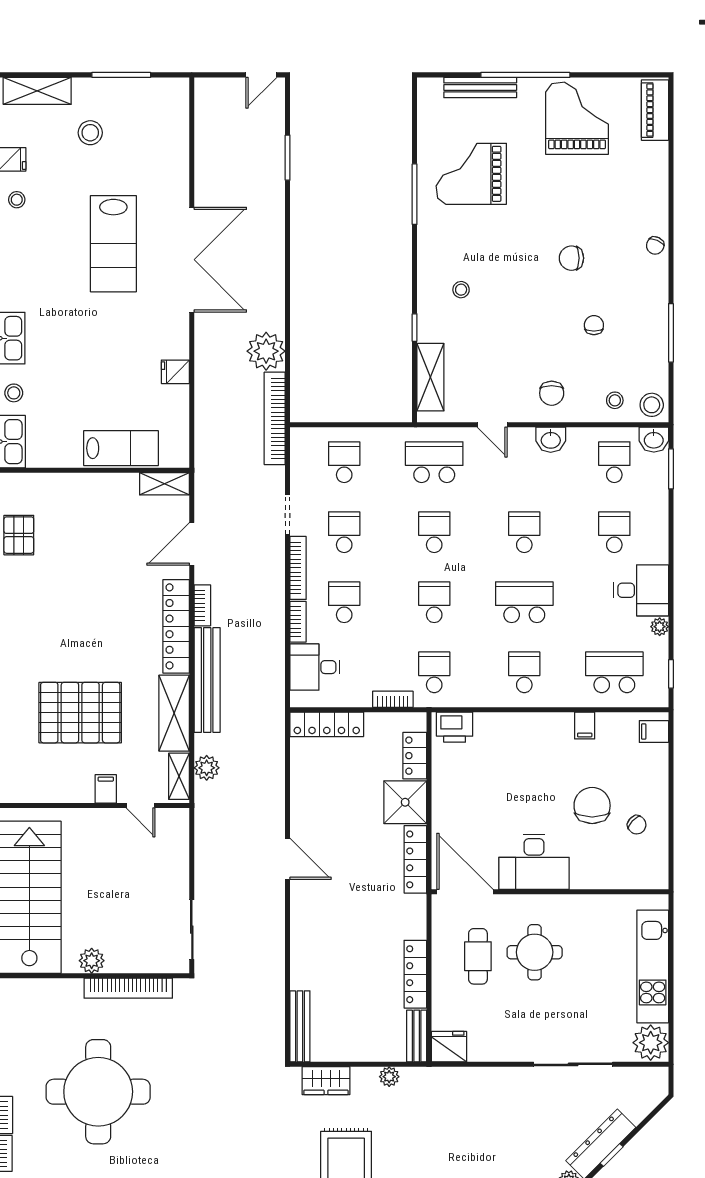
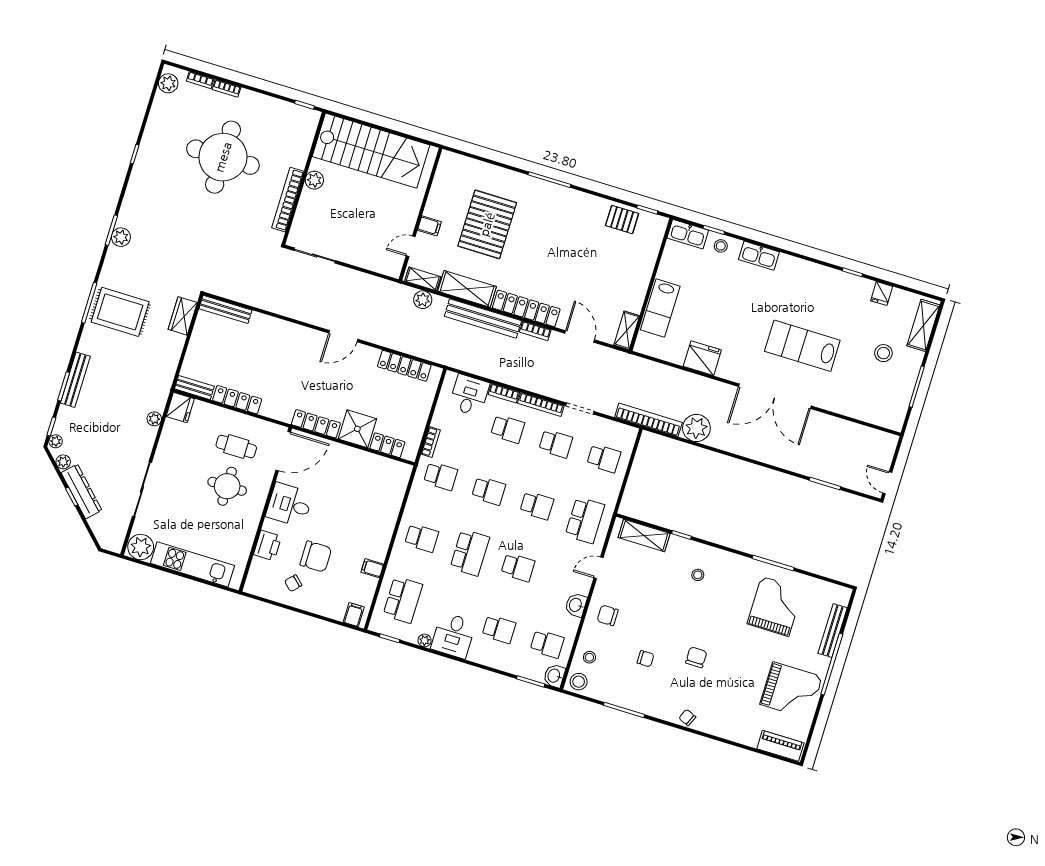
stool: (17, 200) -> (853, 289), removed
fridge: (175, 372) -> (702, 358), width x1.88, depth x1.34
locker: (327, 724) -> (404, 366), moved, turned -90
printer: (455, 727) -> (267, 545), moved, turned 180
desk: (534, 862) -> (289, 505), width x0.73
plant: (389, 1077) -> (154, 419), moved

